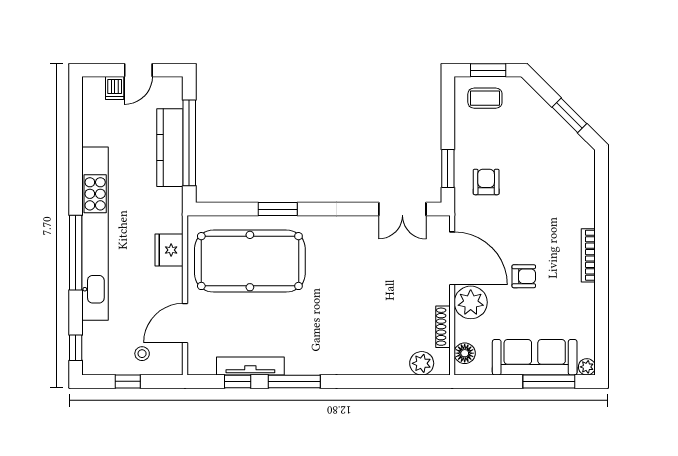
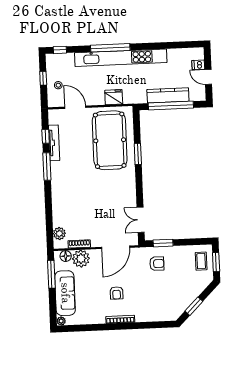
armchair: (524, 276) -> (117, 293), moved
plant: (471, 302) -> (81, 259), moved
window: (549, 381) -> (51, 274), moved

